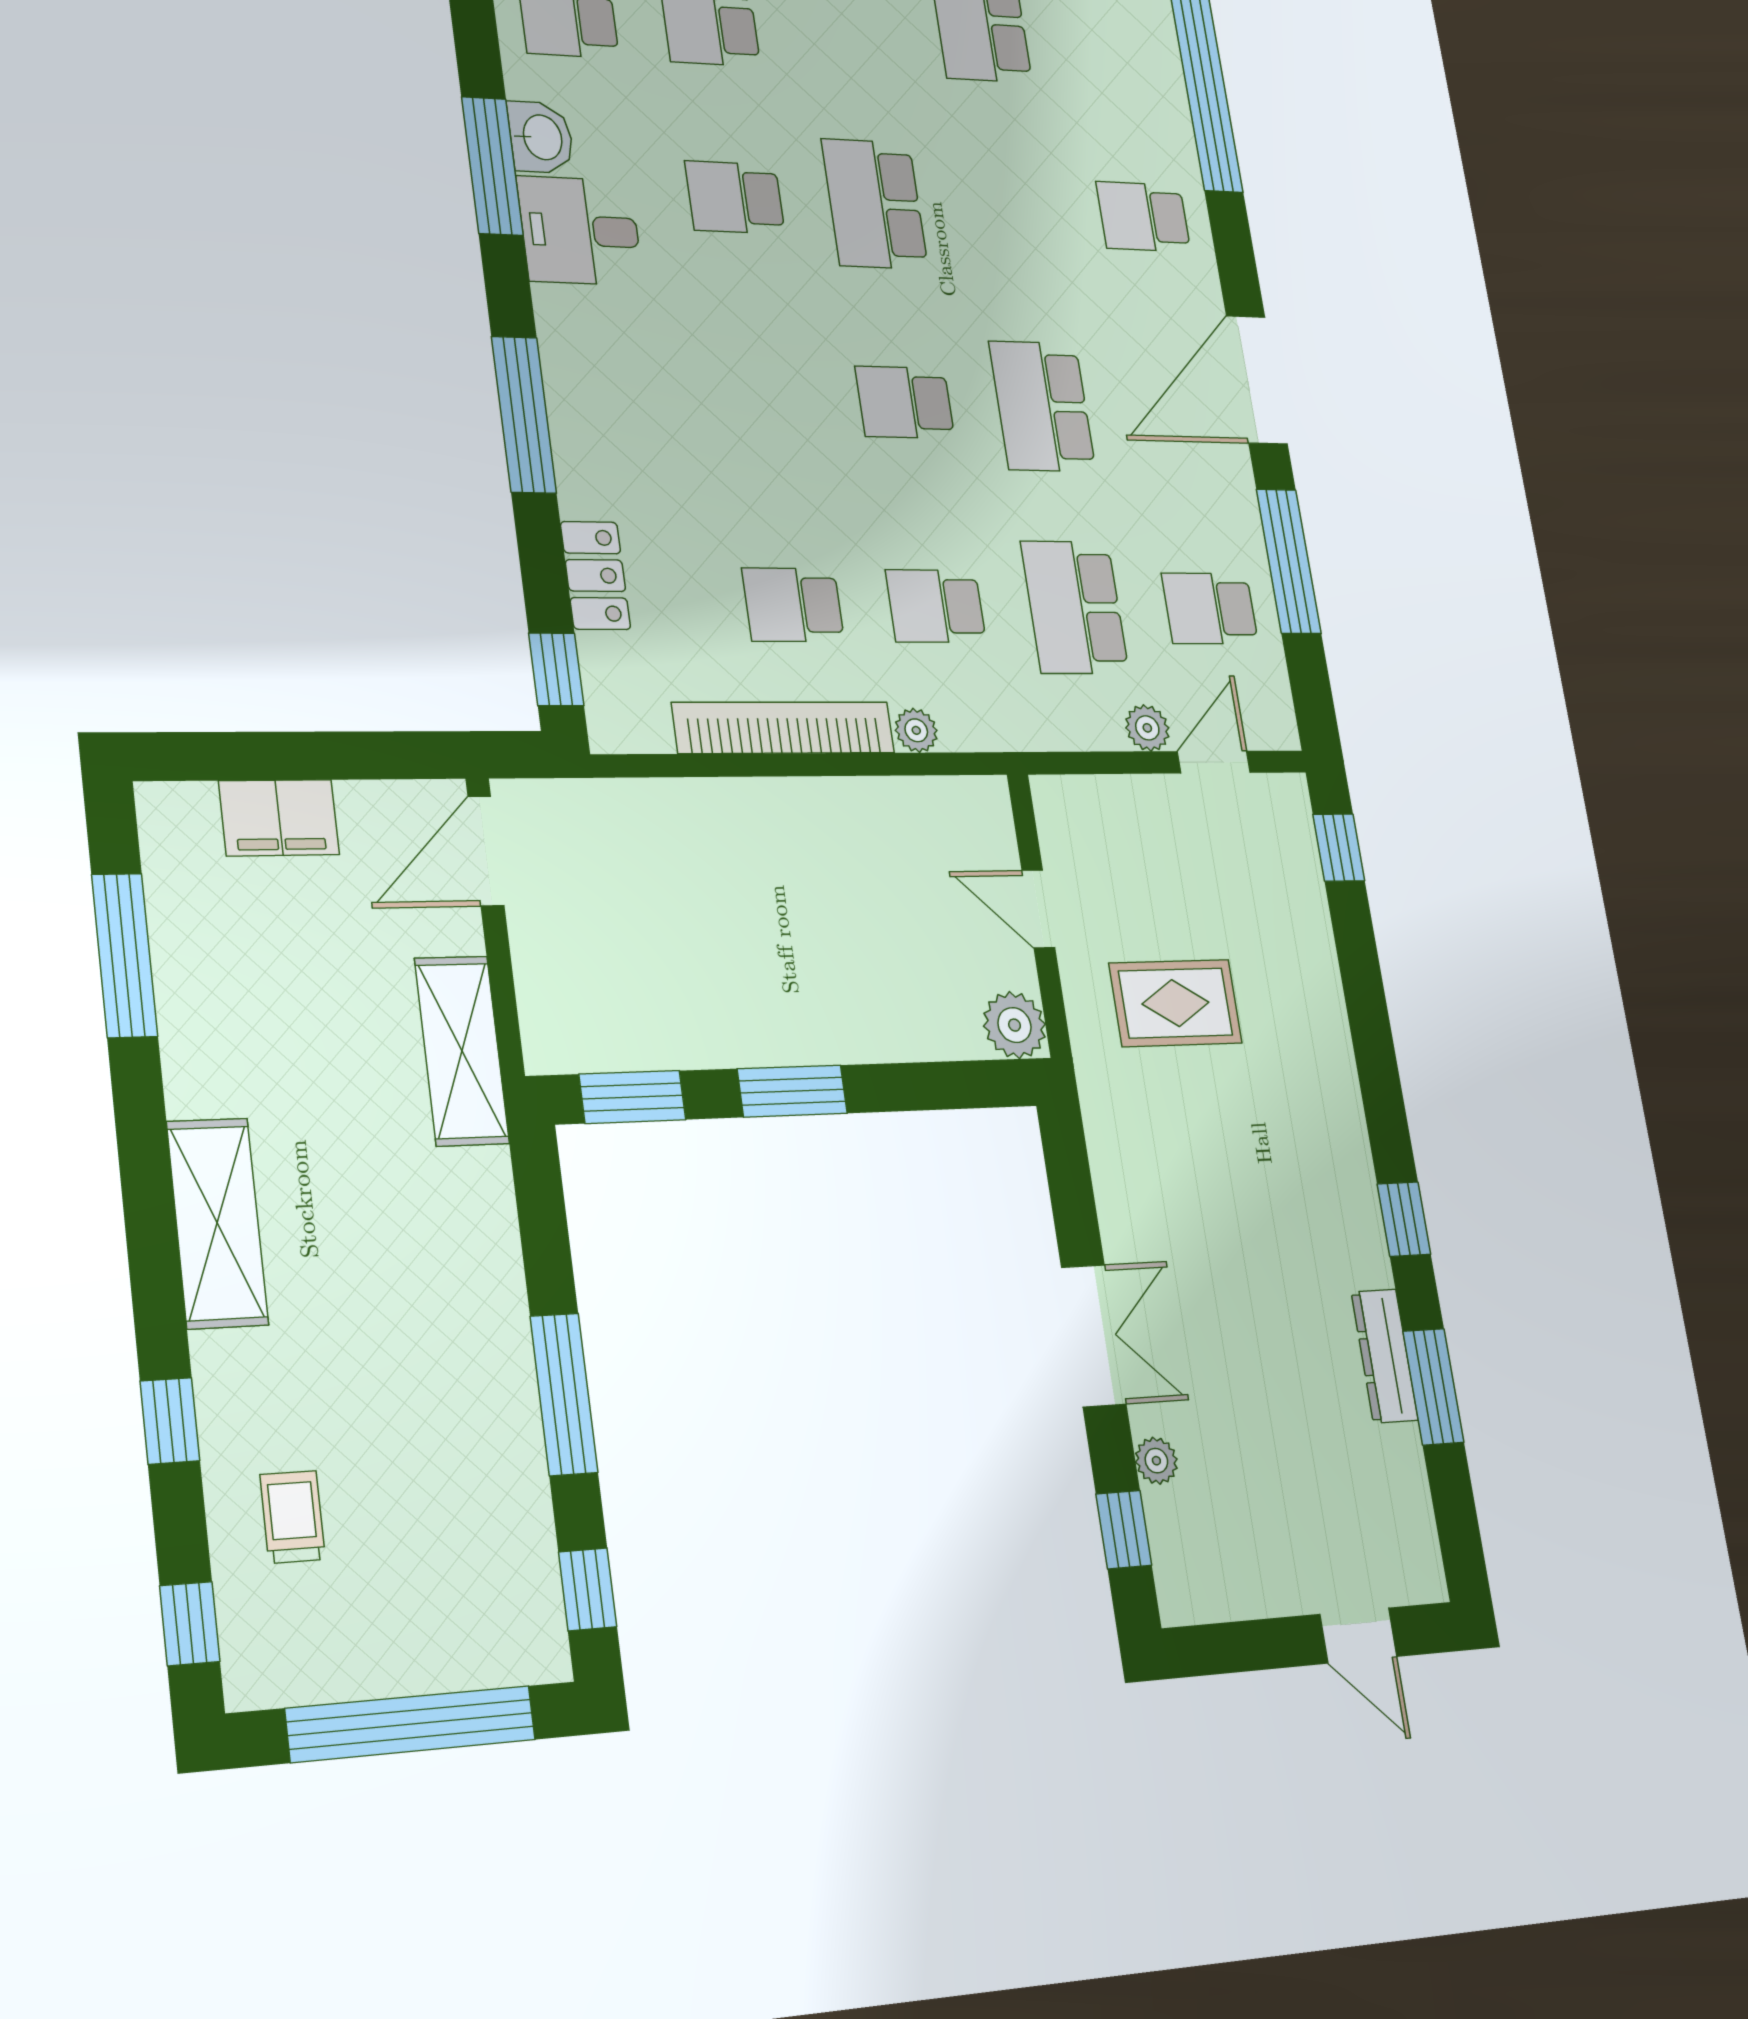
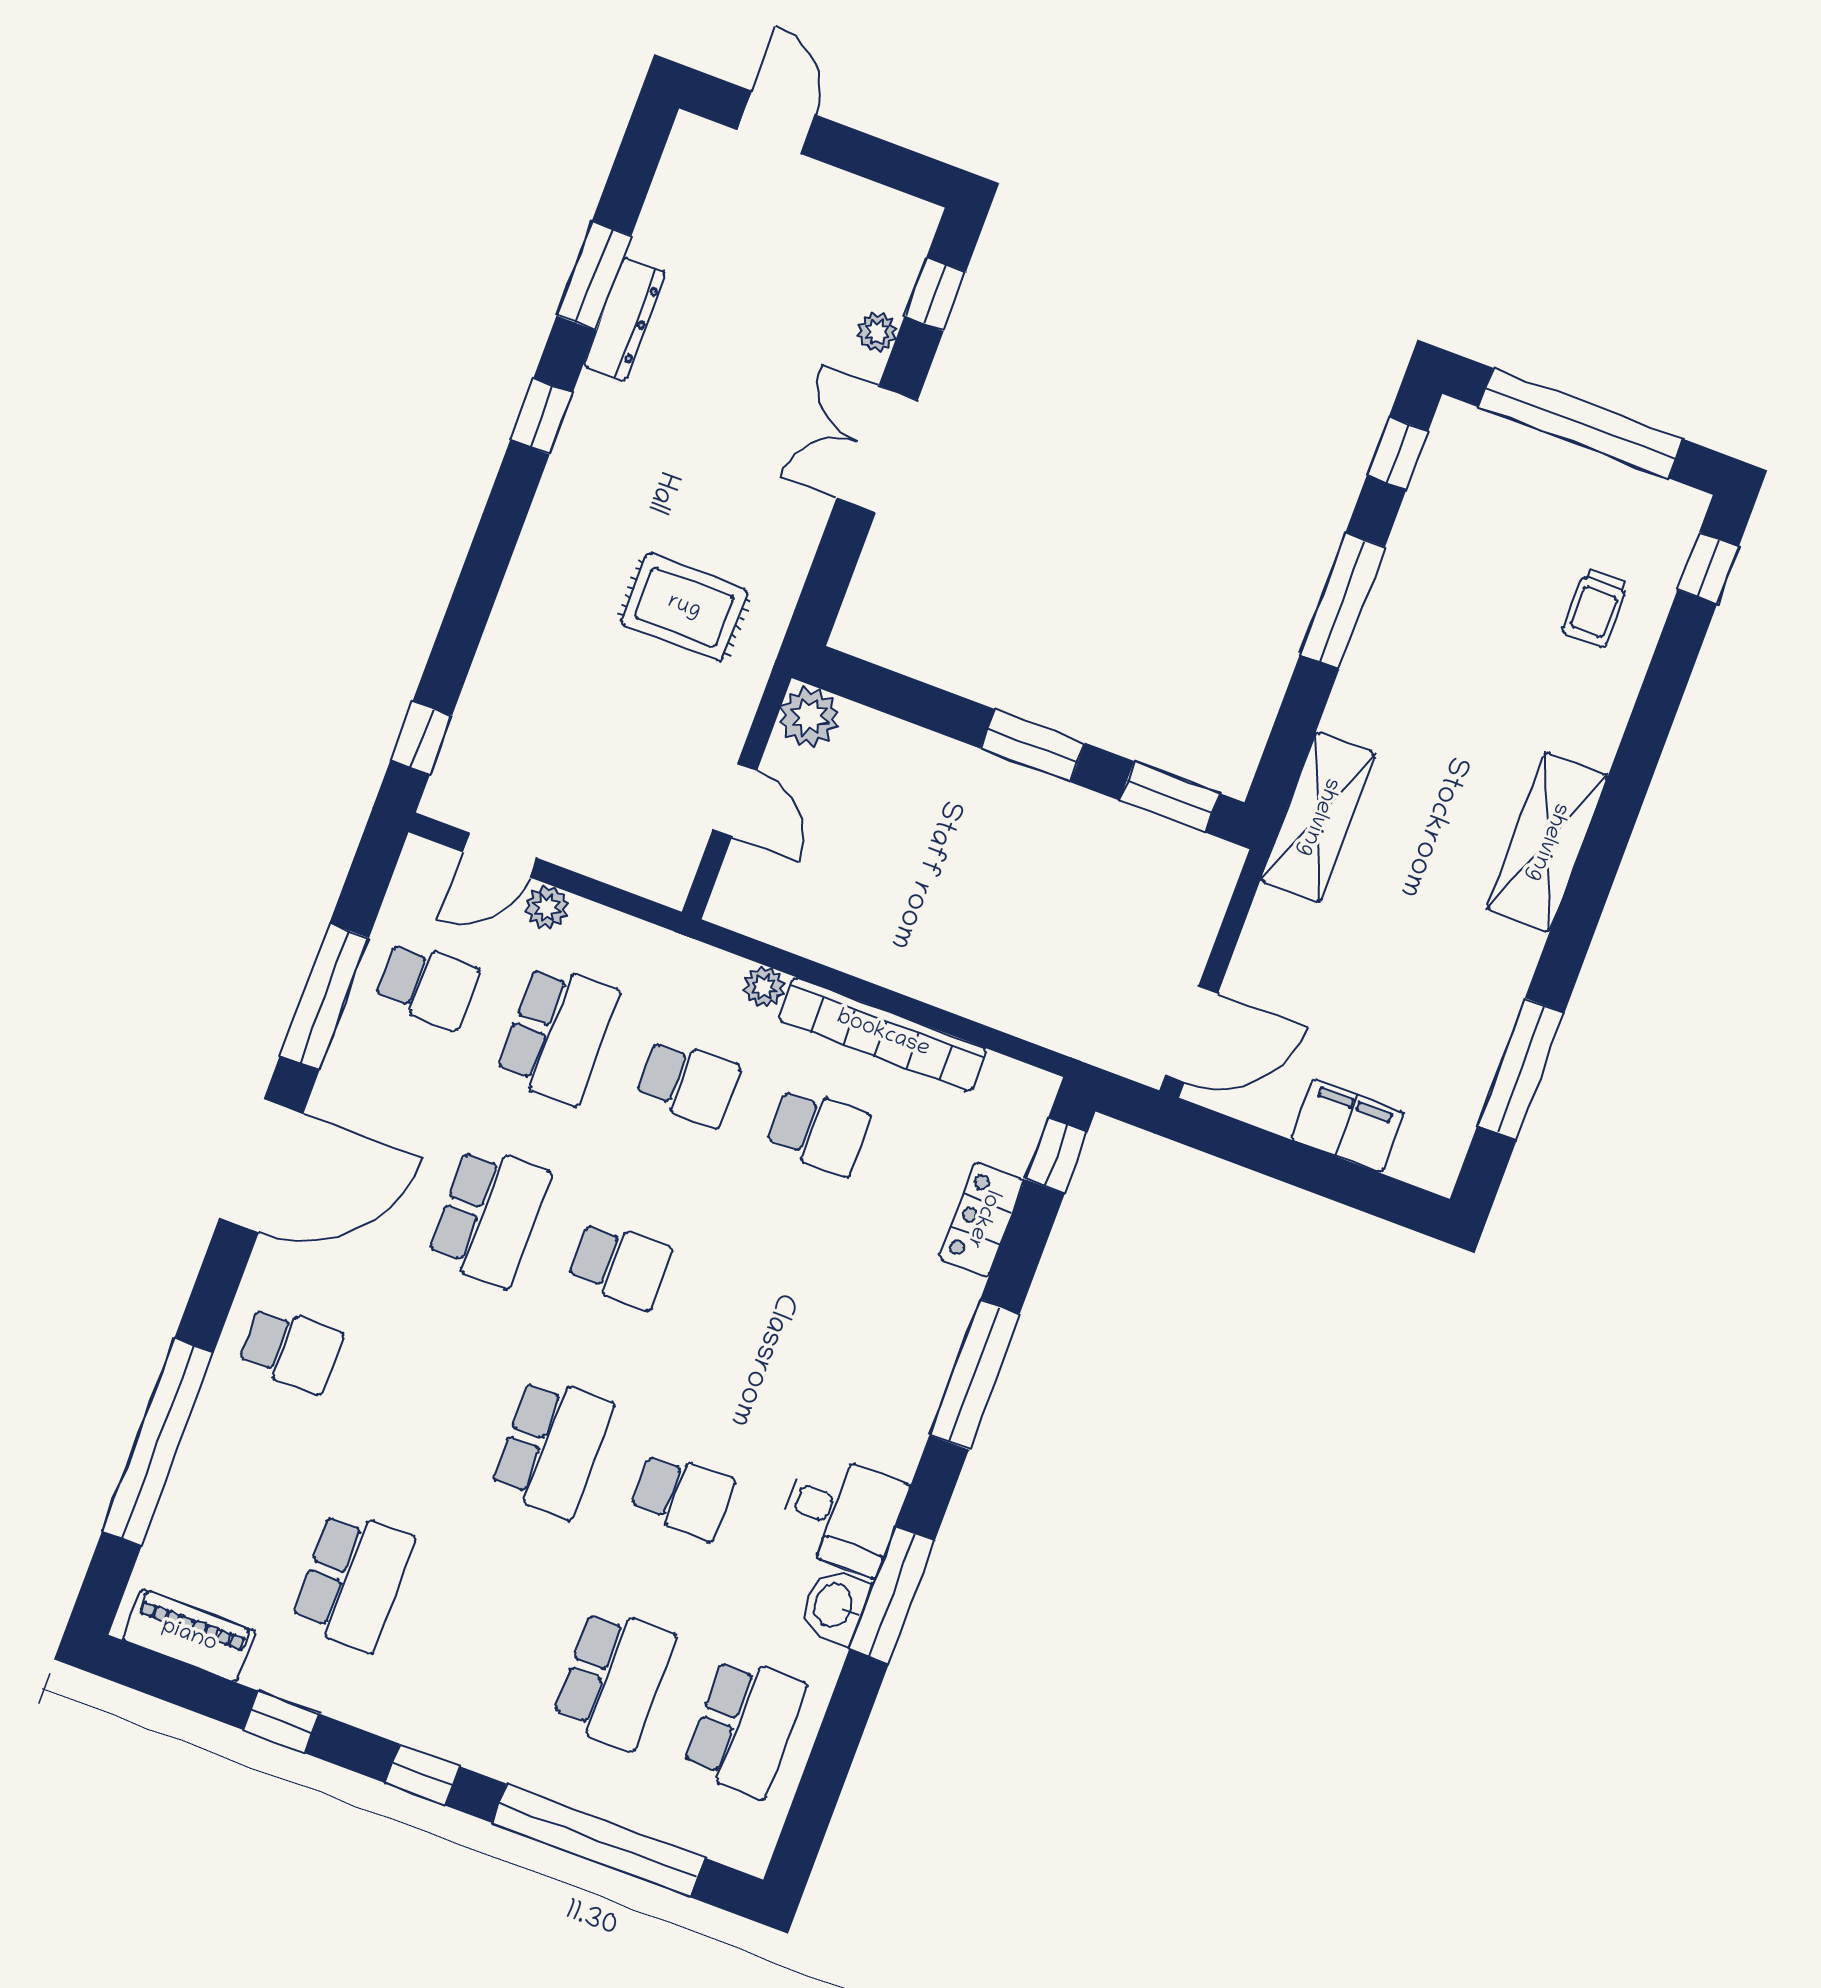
rug: (1176, 1003) -> (684, 607), moved
shelving: (462, 1051) -> (1318, 817), moved
window: (170, 1421) -> (1653, 716), removed

